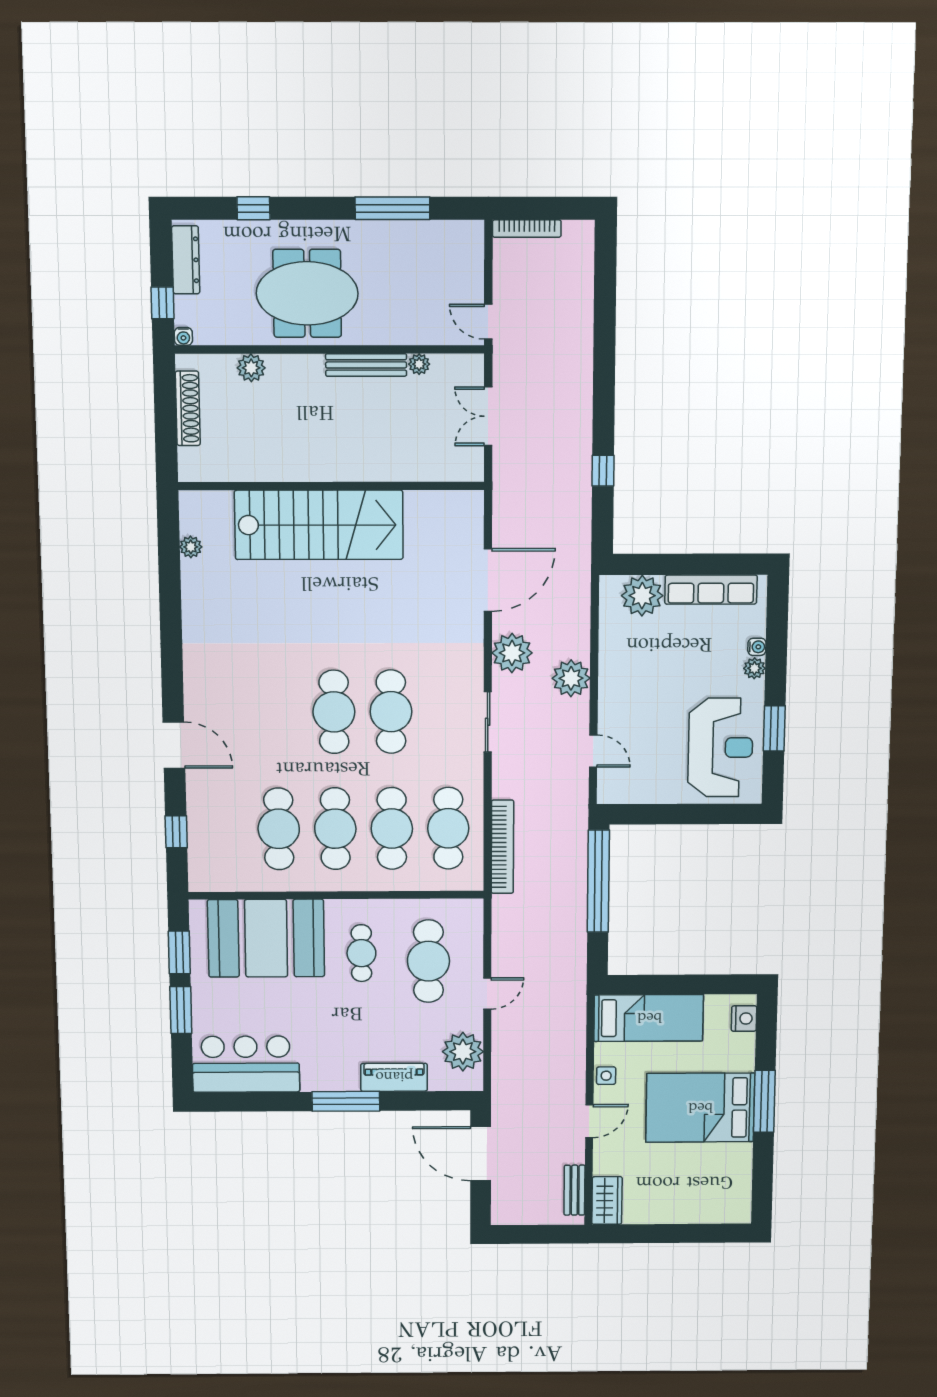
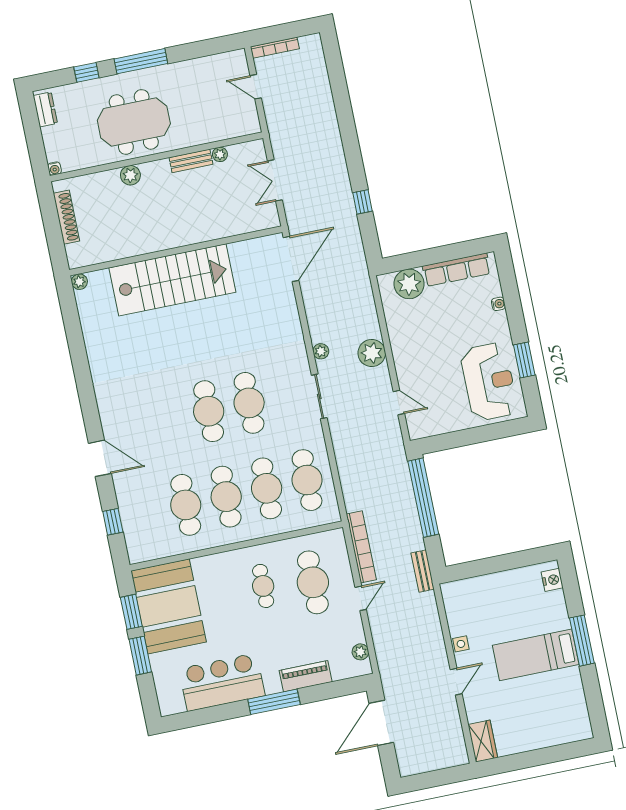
window: (392, 208) -> (141, 61), moved
dresser: (186, 260) -> (45, 109), width x0.70
window: (163, 303) -> (36, 149), removed
door: (488, 322) -> (256, 87), moved
bench: (366, 365) -> (191, 161), width x0.73
plant: (251, 368) -> (130, 175), moved
plant: (191, 547) -> (79, 282), moved
door: (488, 580) -> (291, 259), moved
plant: (512, 653) -> (321, 351), width x0.53, depth x0.53
plant: (754, 668) -> (500, 320), removed
bookcase: (502, 847) -> (361, 547), moved
booth: (266, 938) -> (168, 606), moved, turned 90
bed: (649, 1018) -> (482, 593), removed
plant: (463, 1052) -> (360, 652), width x0.53, depth x0.53
bar counter: (246, 1064) -> (222, 682), moved
bed: (700, 1108) -> (536, 655), width x0.67
door: (481, 1154) -> (381, 723), hinge flipped
bench: (574, 1190) -> (423, 571), moved

